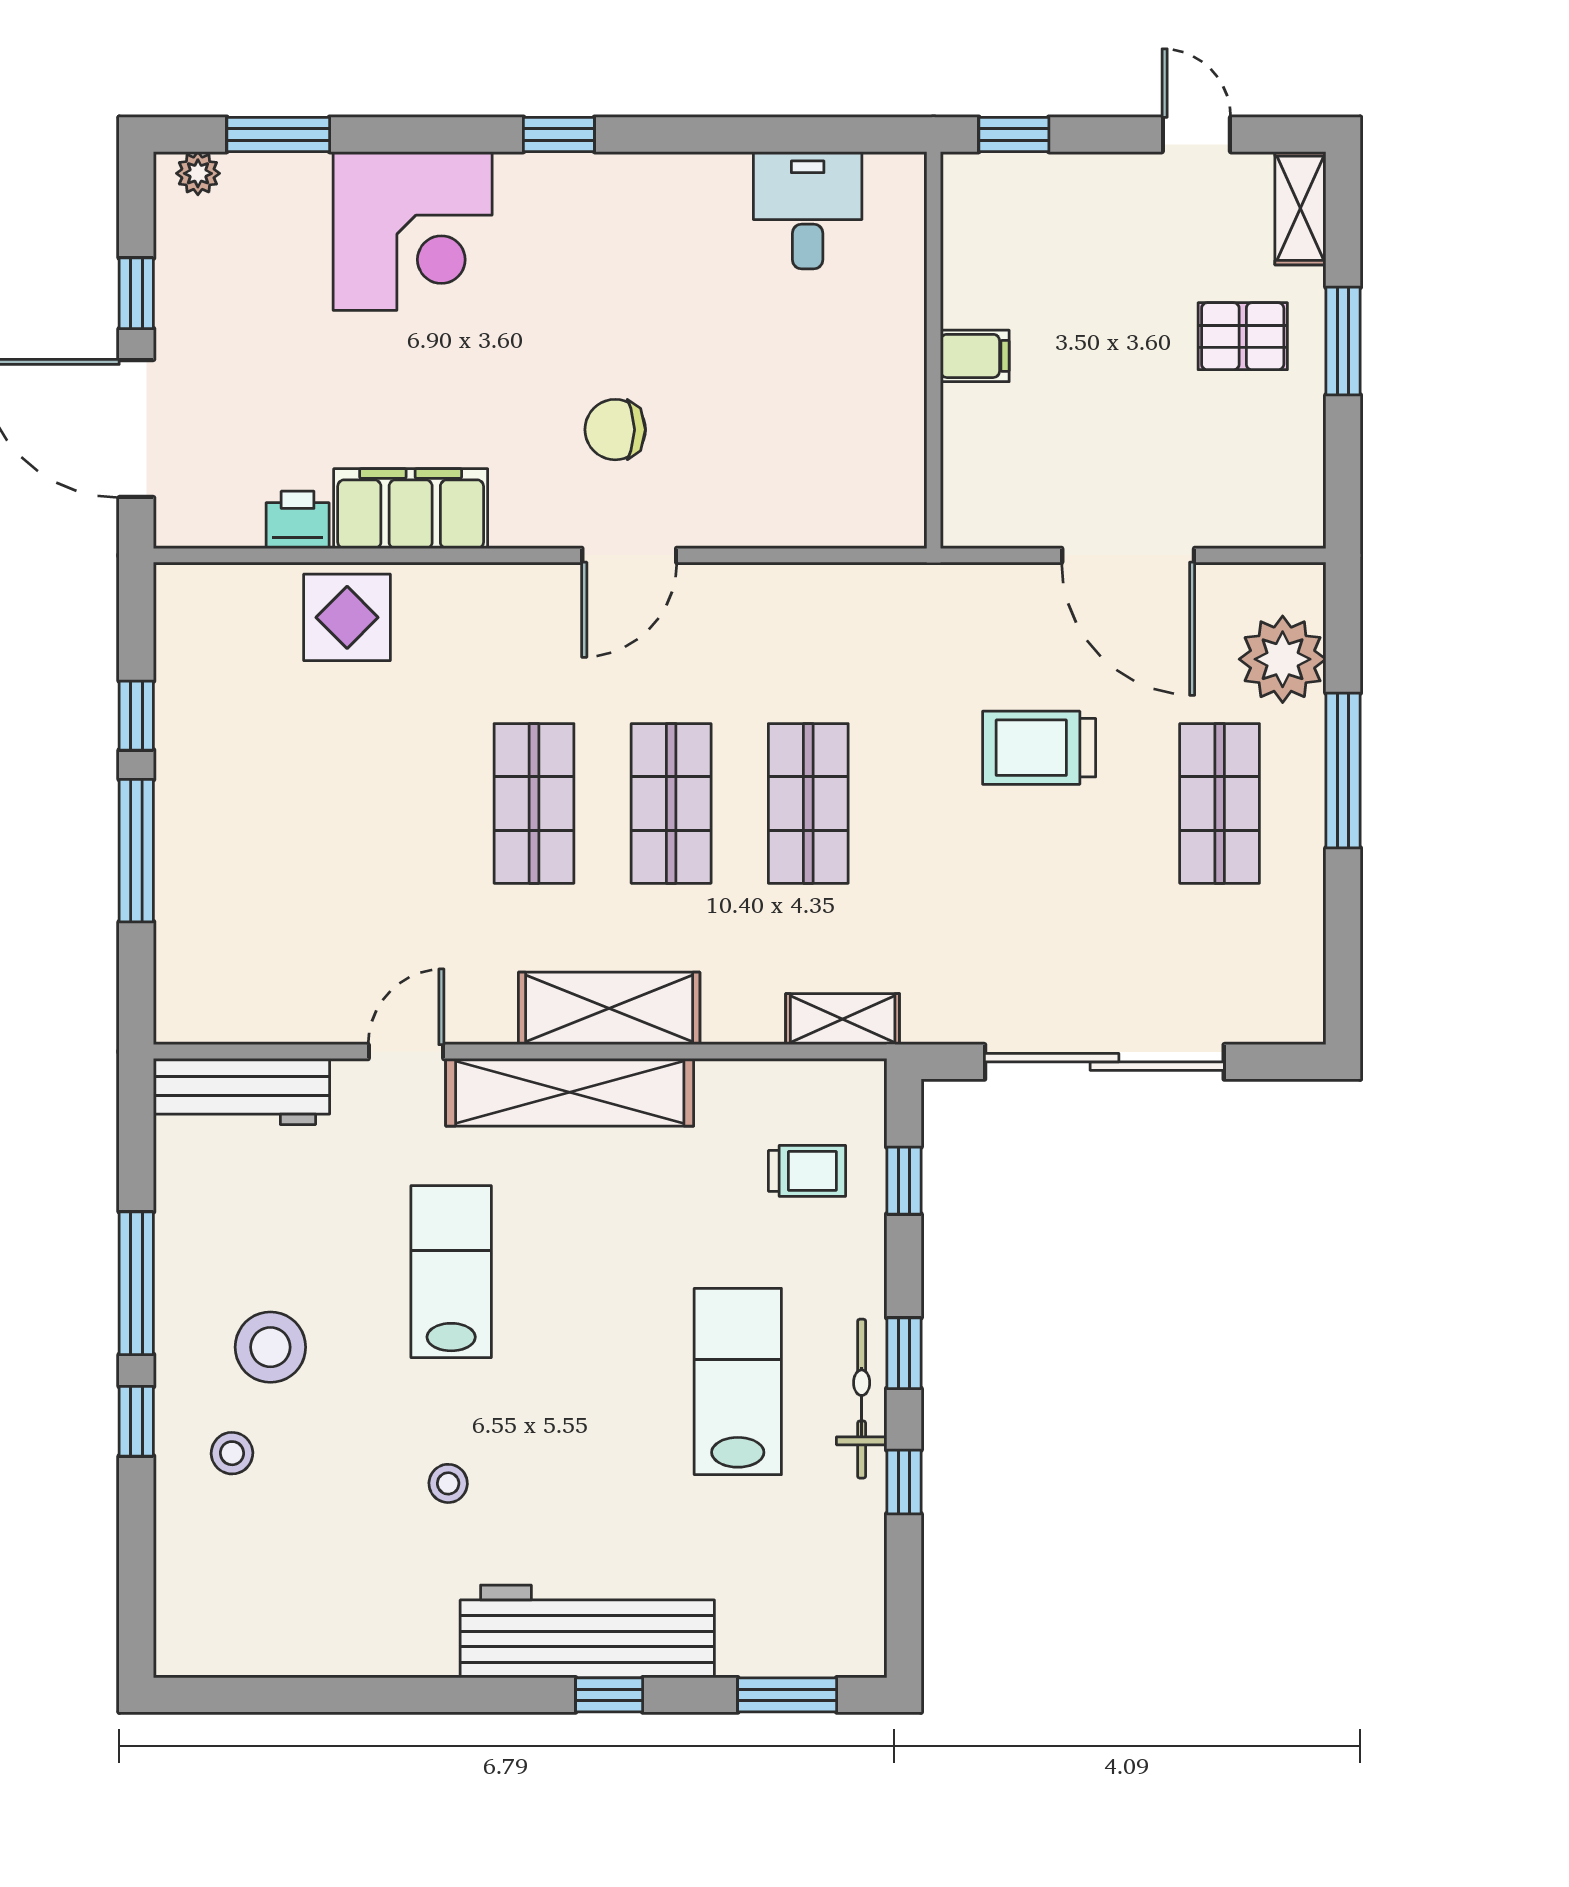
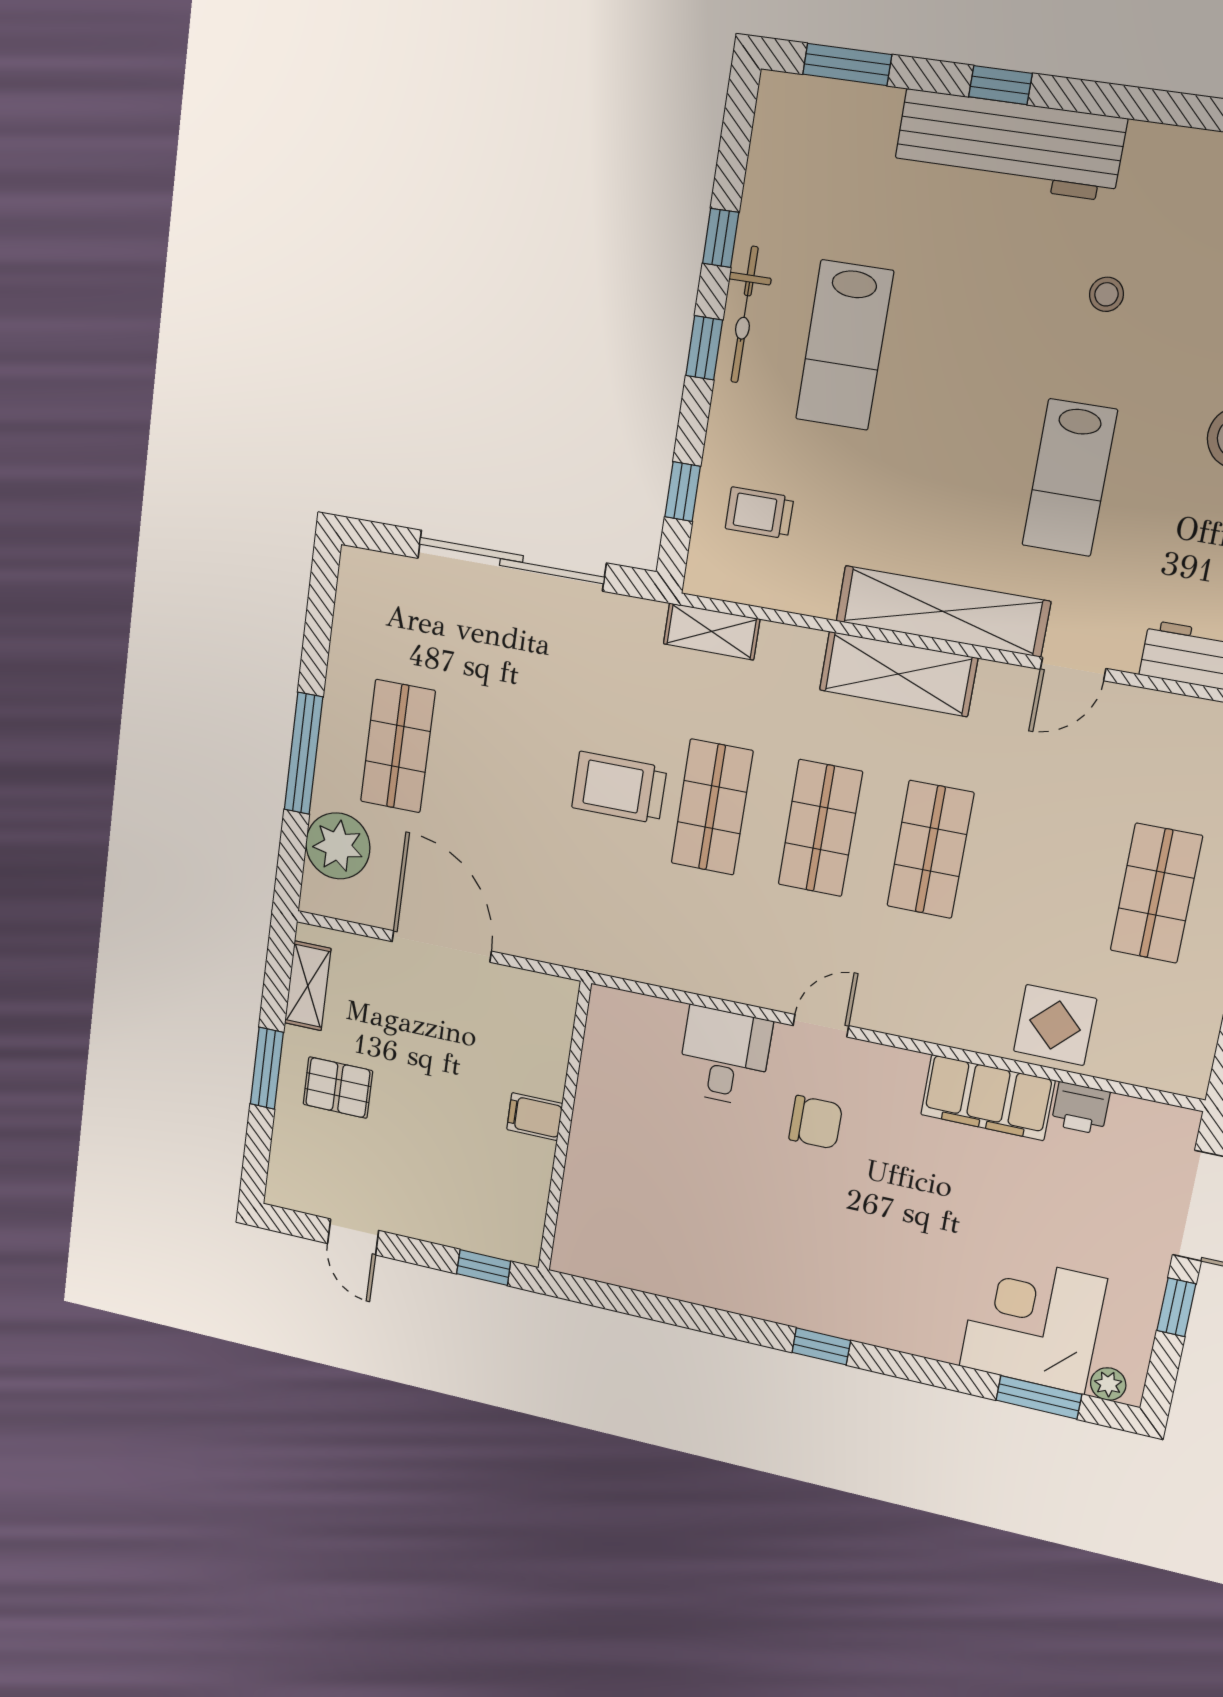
shelving: (1300, 208) -> (308, 986), moved
desk: (808, 210) -> (725, 1056), moved, turned 180
corner desk: (413, 231) -> (1033, 1323), moved
door: (629, 555) -> (821, 1026), width x0.73
trolley: (1039, 748) -> (619, 788), moved, turned 180
shop shelf: (260, 803) -> (1156, 893), added

